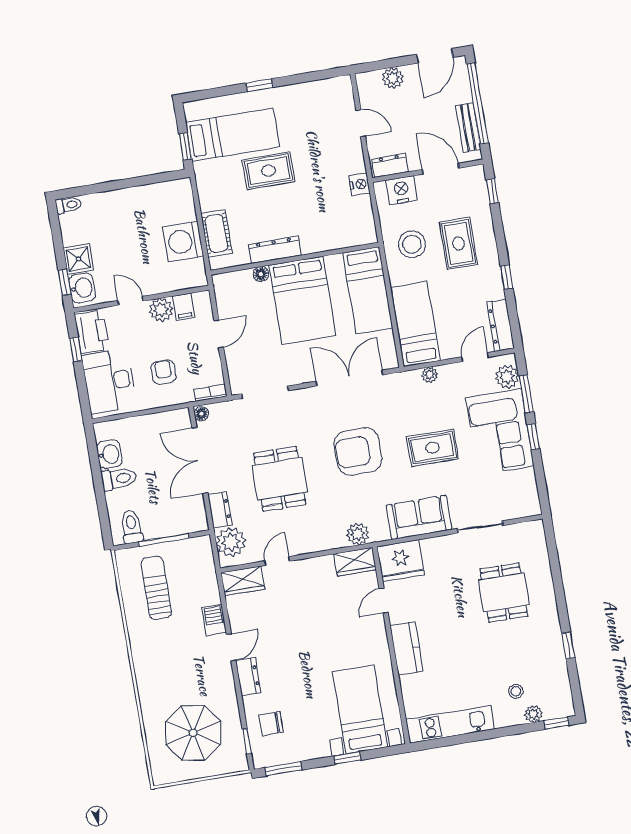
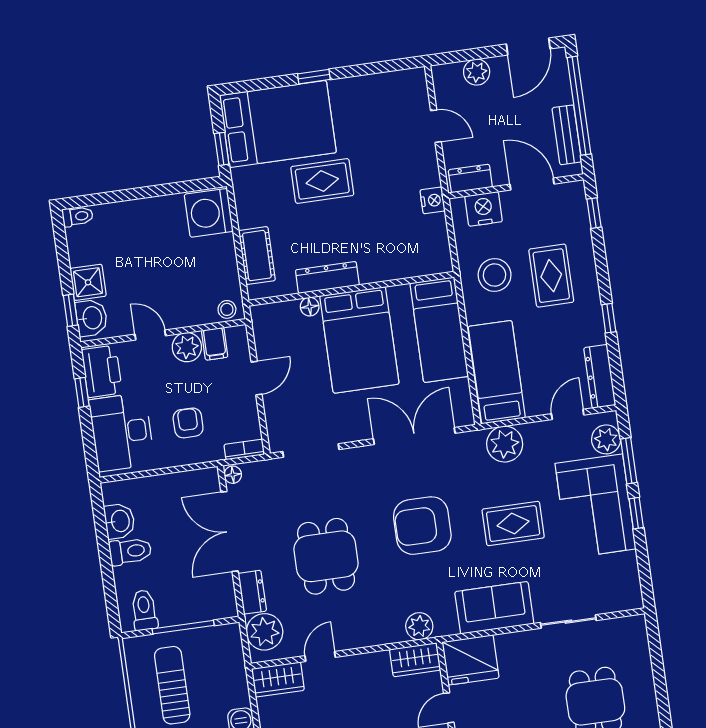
bed: (233, 135) -> (278, 124), width x1.50
washing machine: (183, 241) -> (209, 213), moved
stool: (193, 278) -> (227, 309), added
plant: (430, 375) -> (505, 444), width x1.87, depth x1.87

